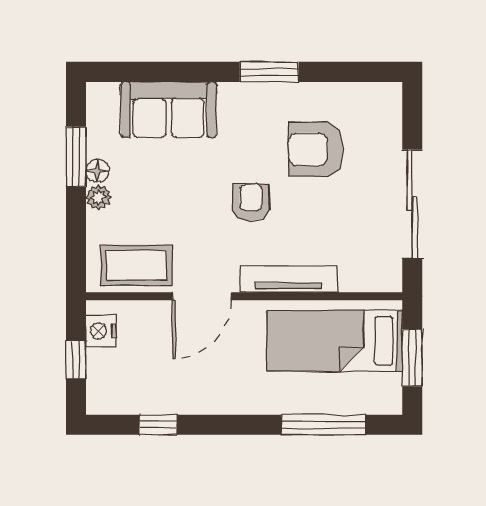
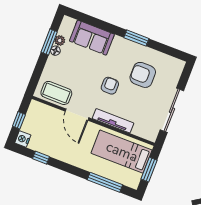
plant: (98, 197) -> (60, 40), moved
door: (202, 296) -> (77, 115), hinge flipped
nightstand: (101, 331) -> (23, 139), moved

